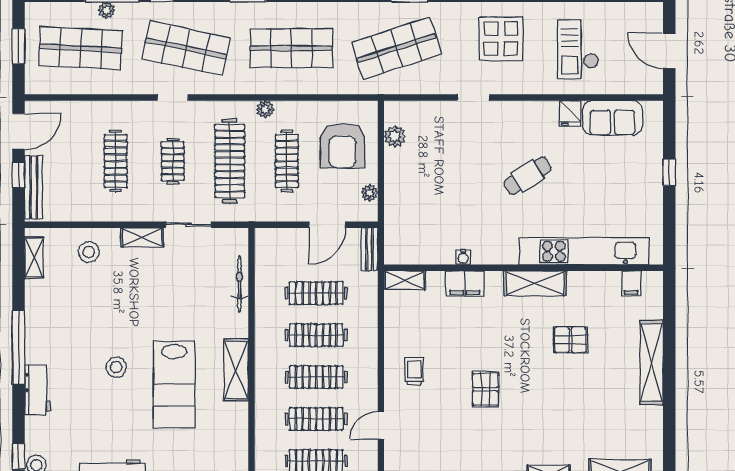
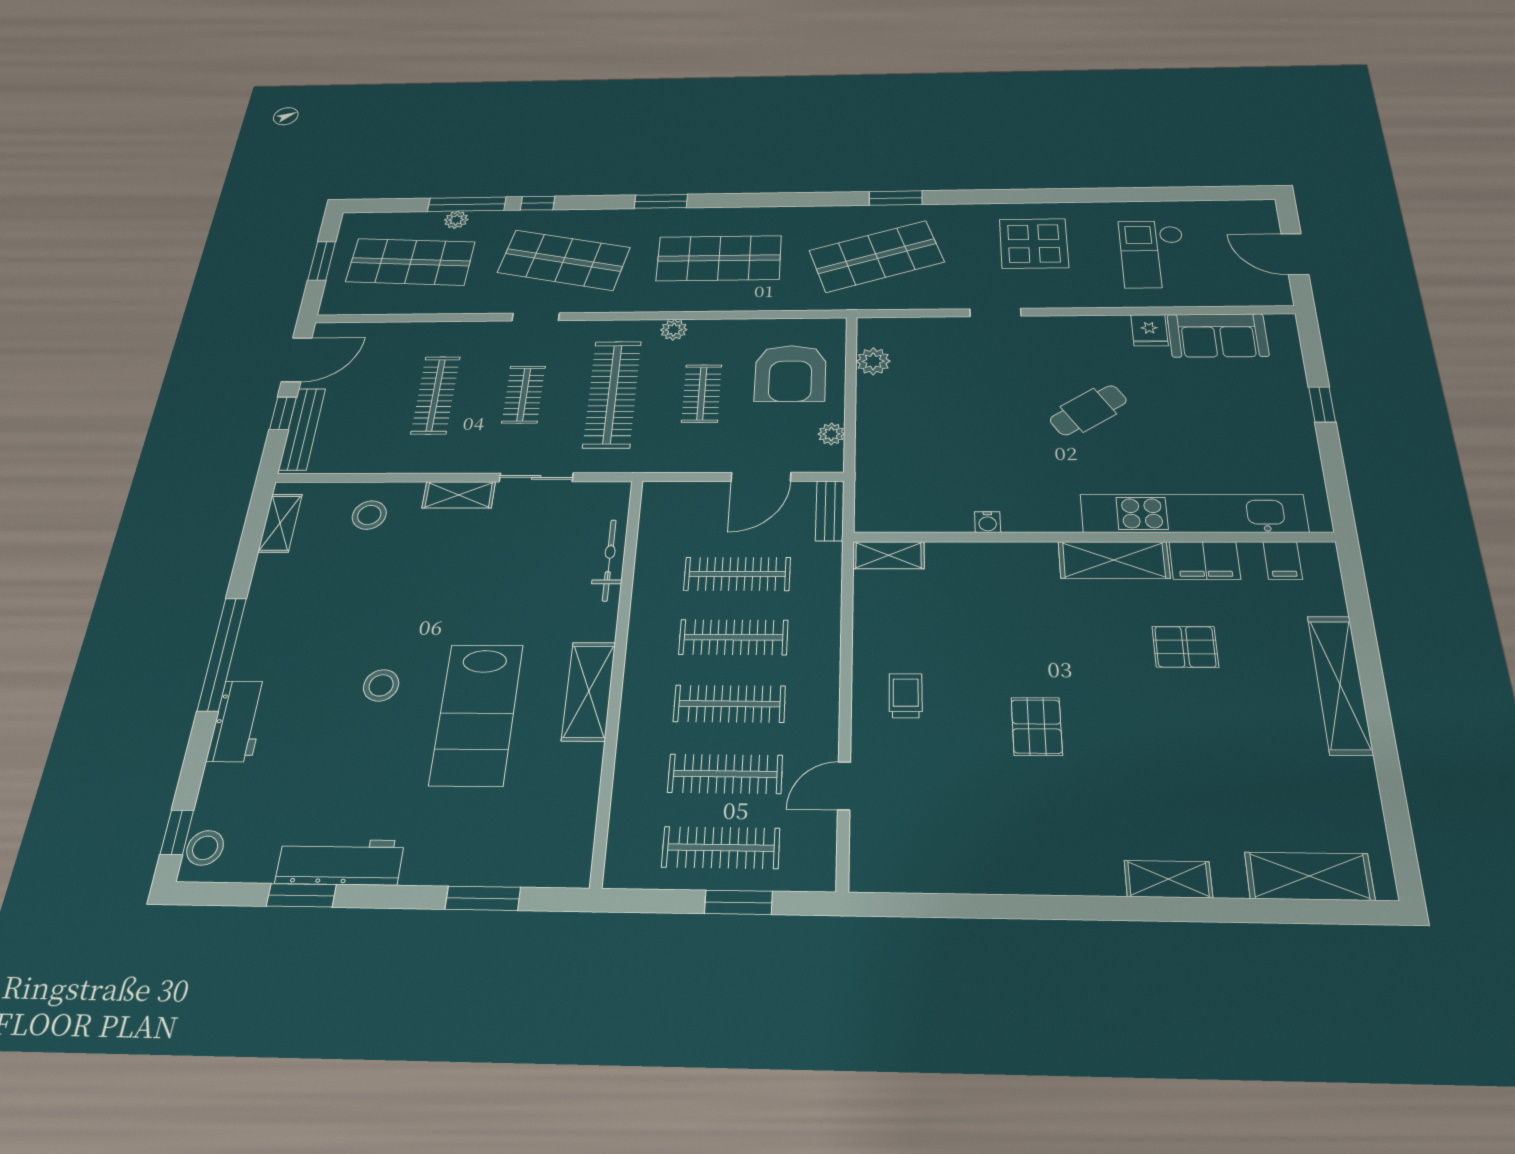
clothes rail: (287, 161) -> (702, 393), width x0.73
filing cabinet: (465, 284) -> (1205, 560), moved

